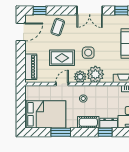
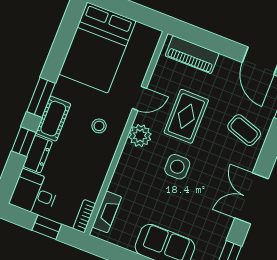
plant: (95, 74) -> (134, 164), removed
door: (62, 84) -> (140, 98), hinge flipped
window: (61, 132) -> (41, 97), moved

